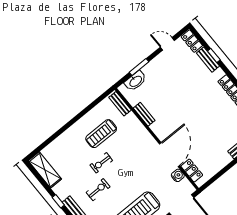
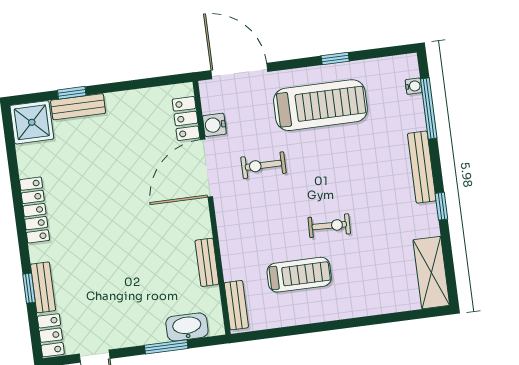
exercise bike: (98, 190) -> (263, 165), moved

